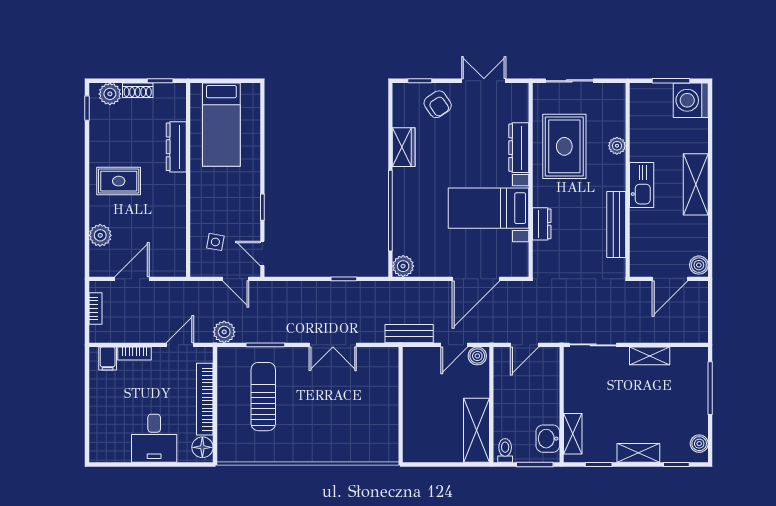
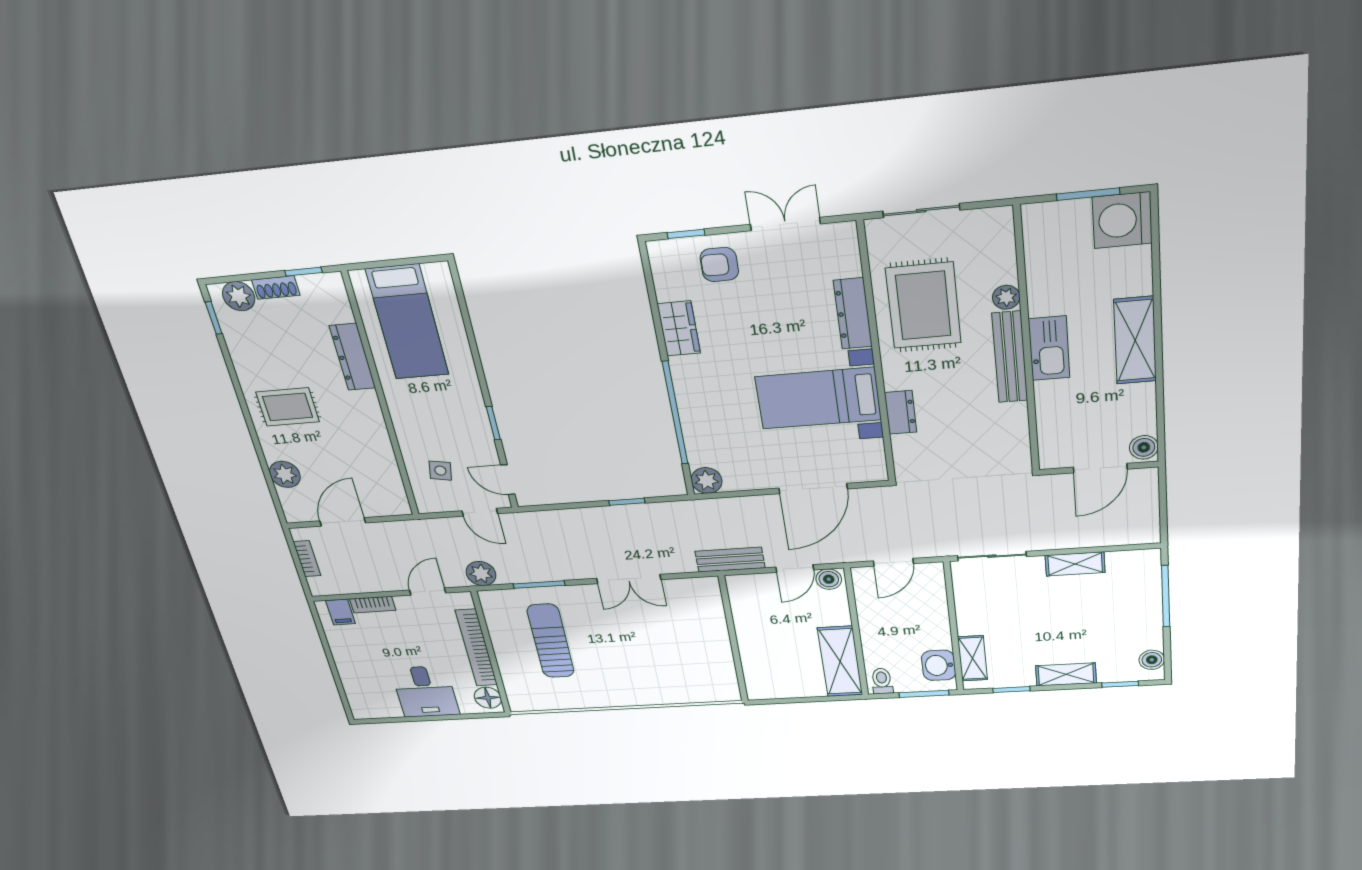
armchair: (438, 104) -> (719, 265), turned 124
bench: (616, 225) -> (1010, 357), moved

